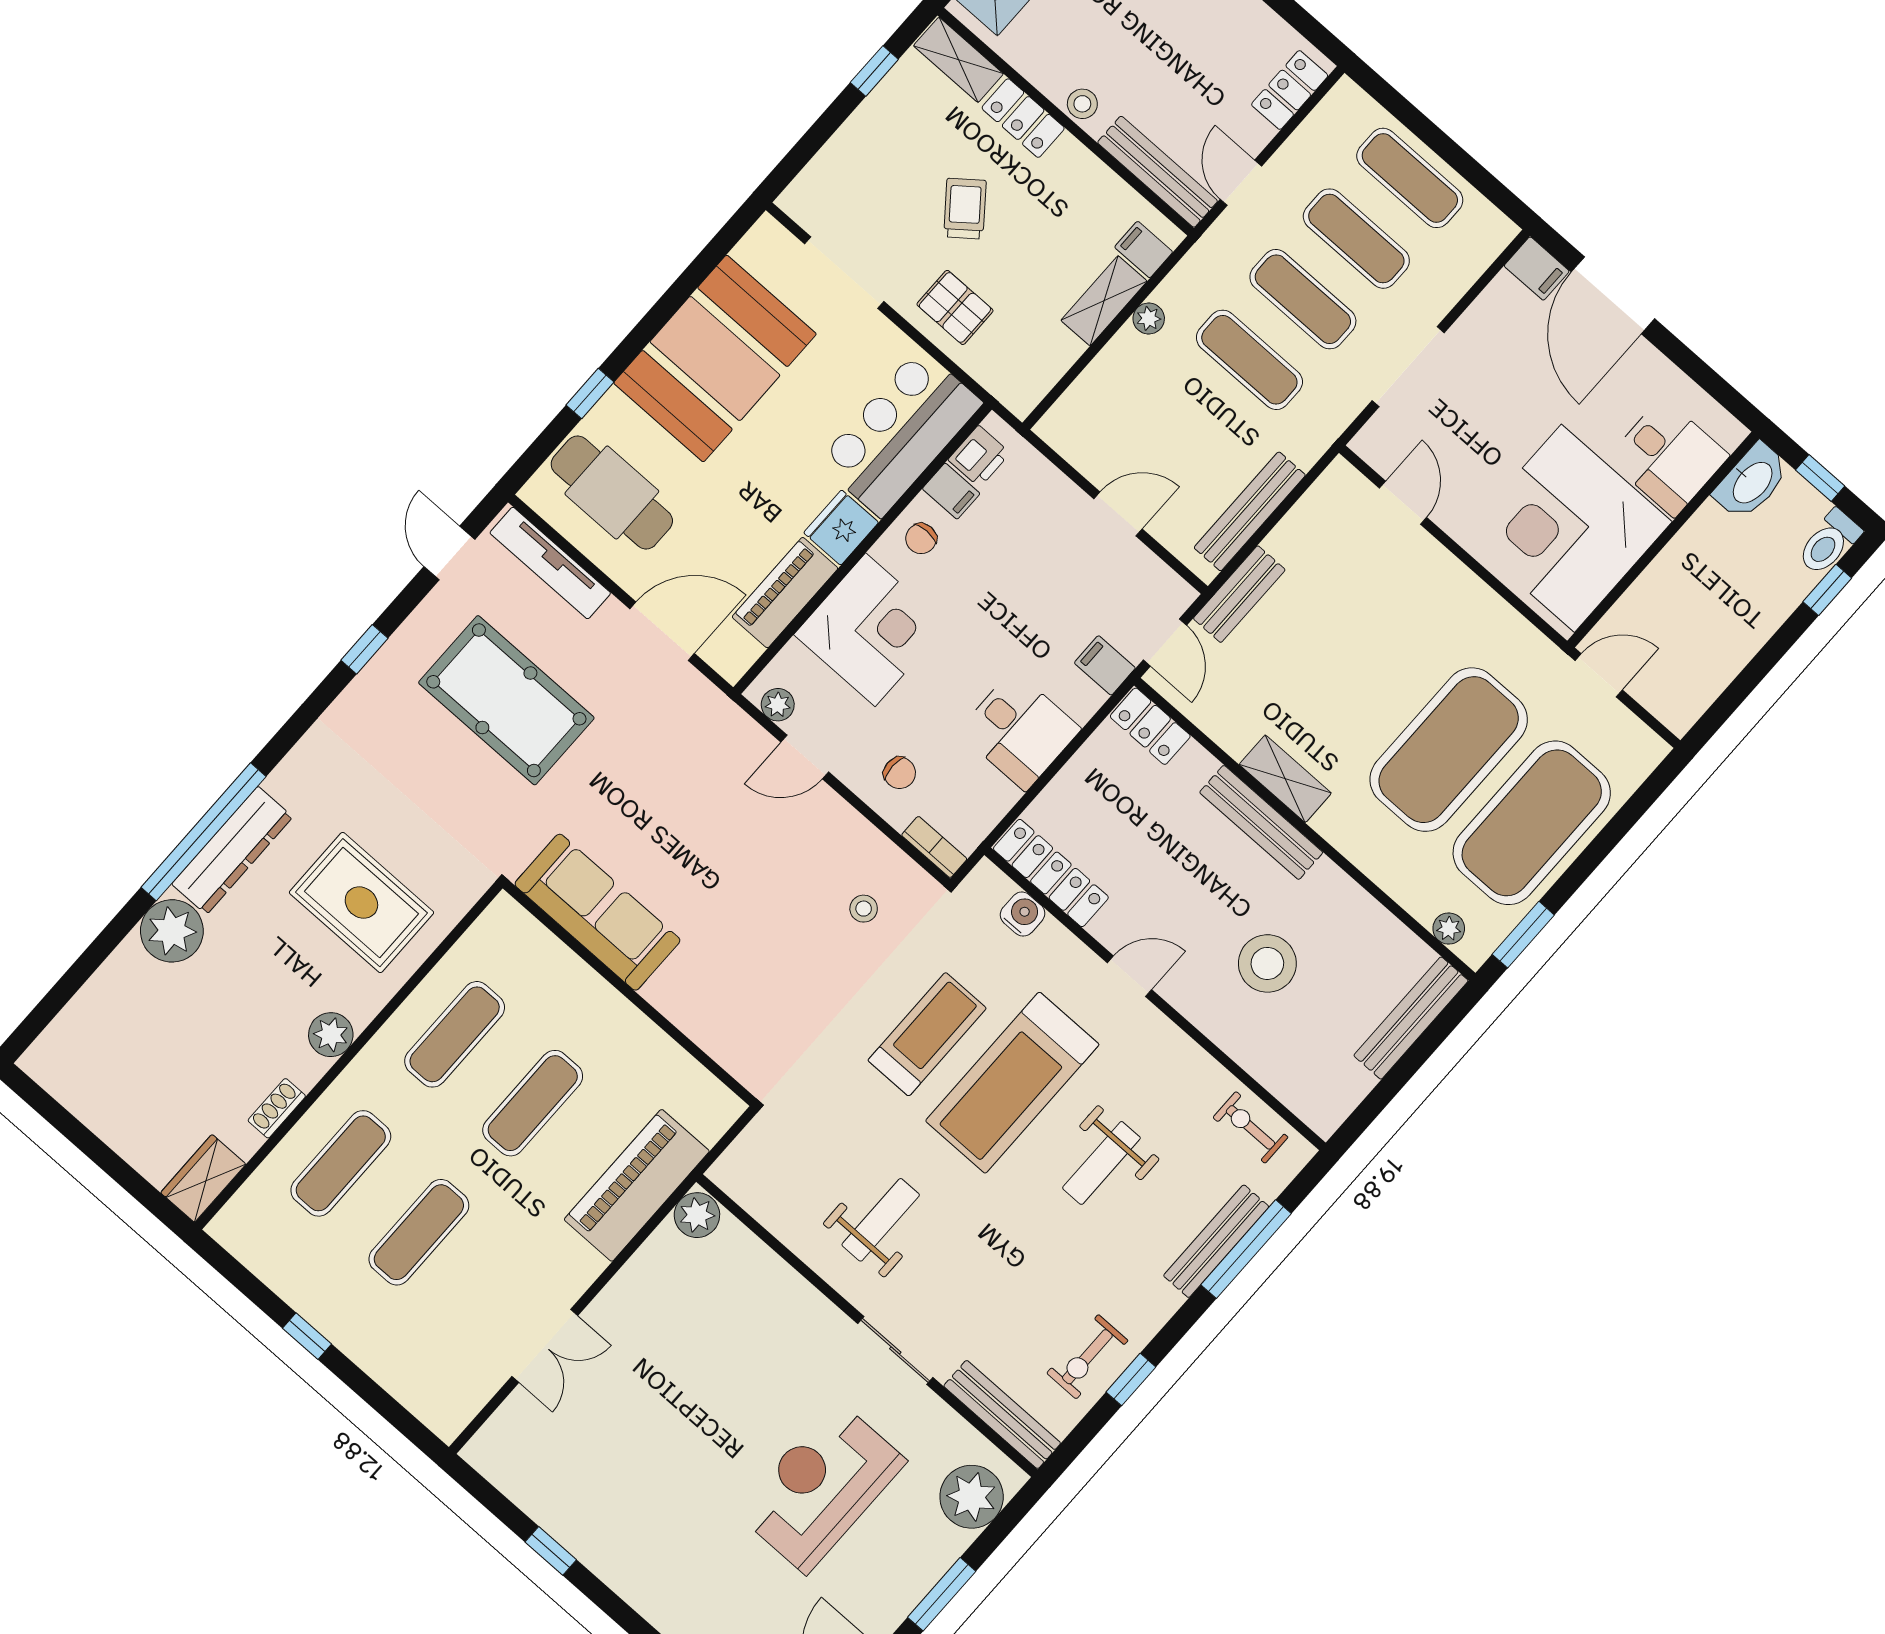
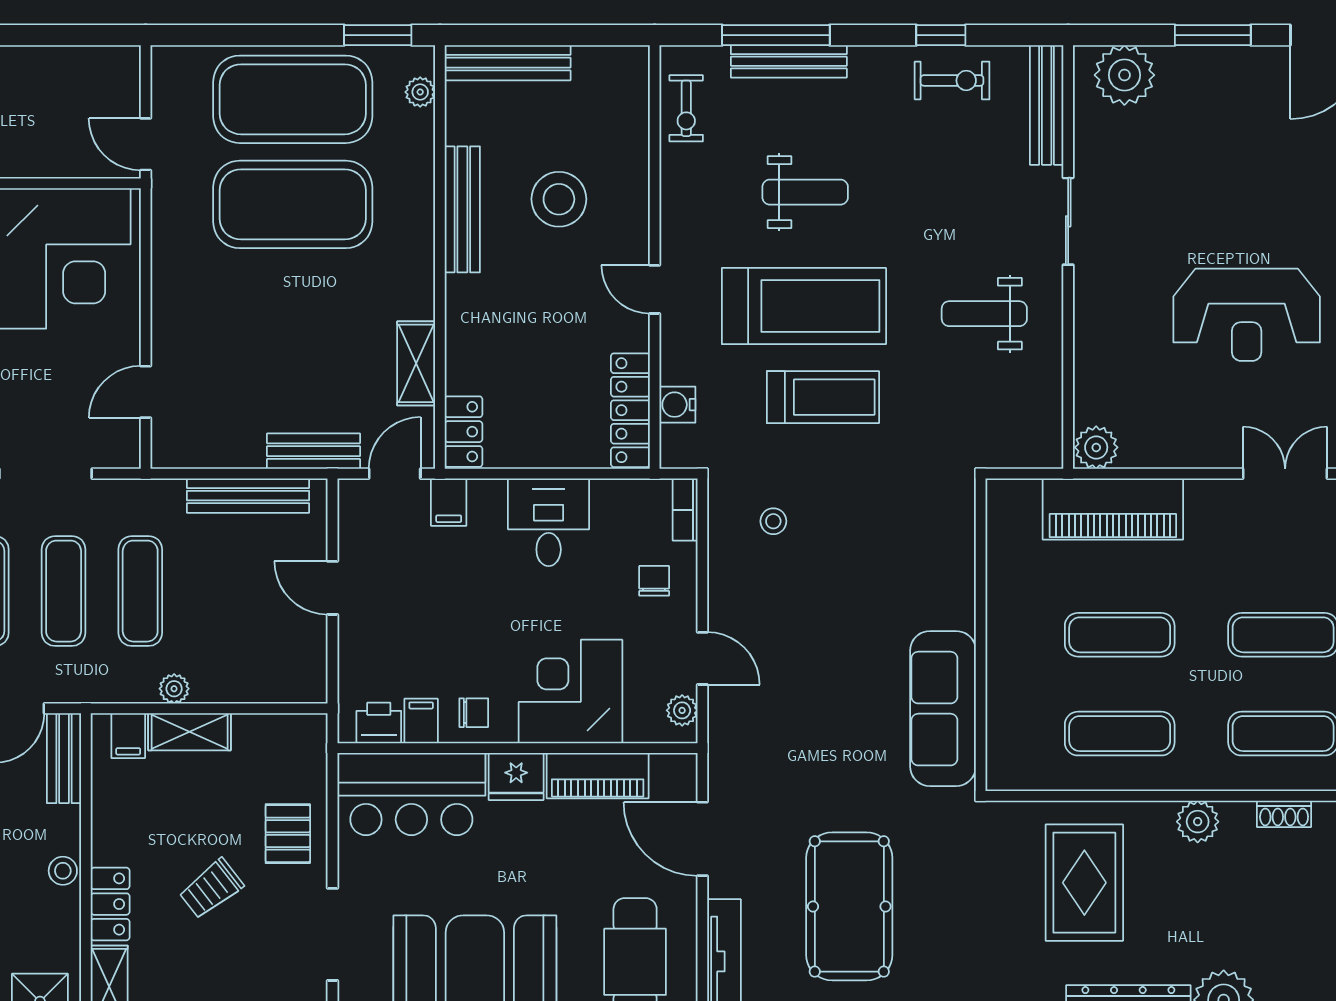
bench: (1158, 172) -> (64, 758), width x0.73
shelving: (1285, 779) -> (416, 363), moved
bench: (1261, 822) -> (462, 209), moved
treadmill: (927, 1034) -> (823, 397), turned 180
reception desk: (821, 1487) -> (1247, 315), moved

